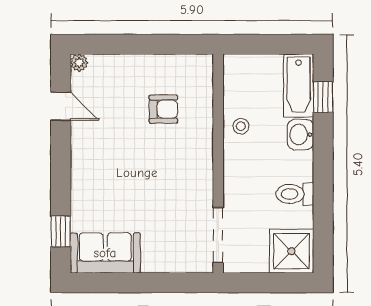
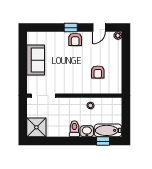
armchair: (88, 162) -> (75, 39), added
toilet: (295, 194) -> (74, 129), moved
window: (61, 231) -> (71, 28), moved
sofa: (105, 253) -> (36, 60), moved

